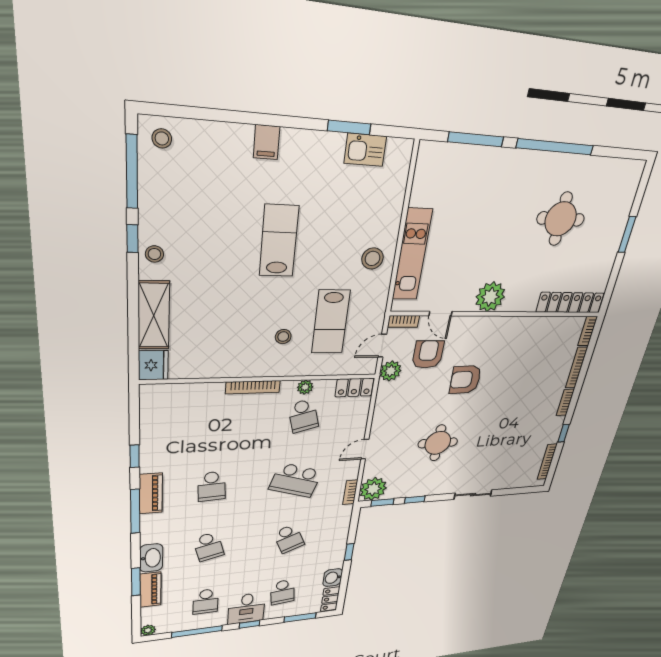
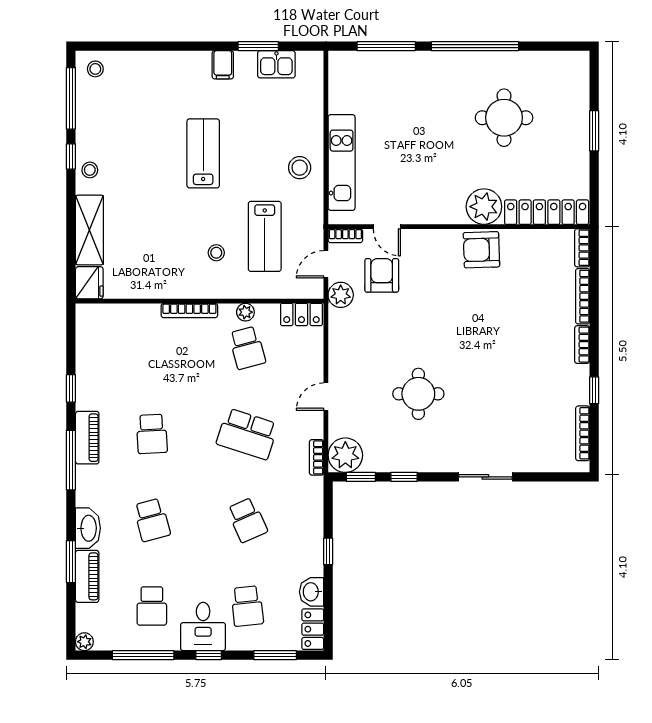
filing cabinet: (267, 142) -> (223, 65), moved
plant: (490, 297) -> (484, 207), moved
armchair: (465, 379) -> (481, 250), moved

